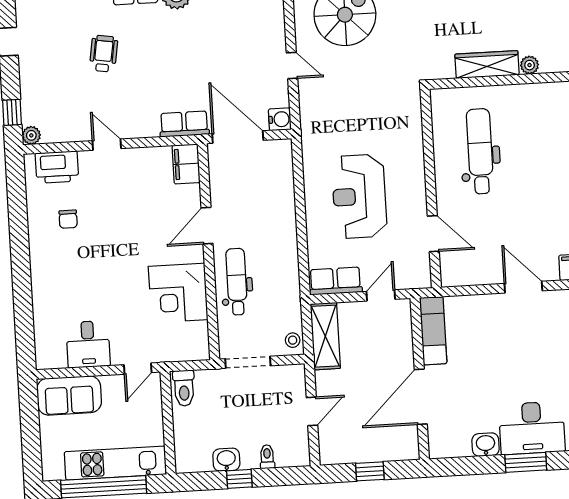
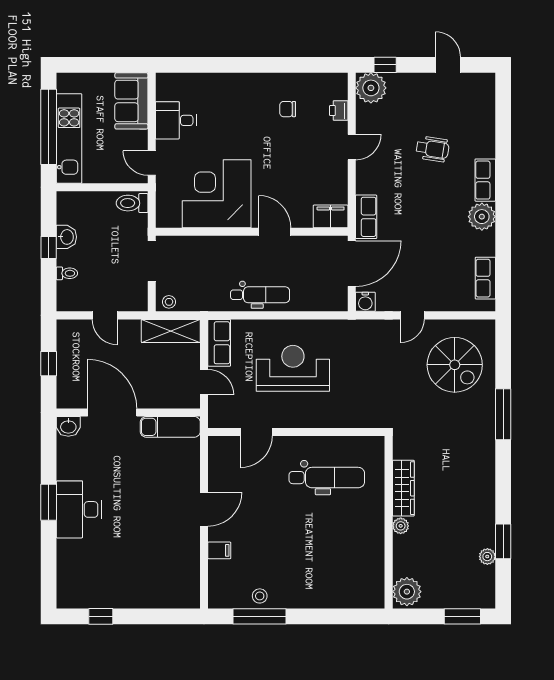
plant: (31, 135) -> (371, 88), width x1.87, depth x1.87
printer: (57, 167) -> (339, 111), width x0.53, depth x0.68
dental chair: (237, 282) -> (260, 295), moved
corner desk: (178, 293) -> (217, 194), width x1.36, depth x1.36
washbasin: (486, 445) -> (68, 426), moved, turned 90

